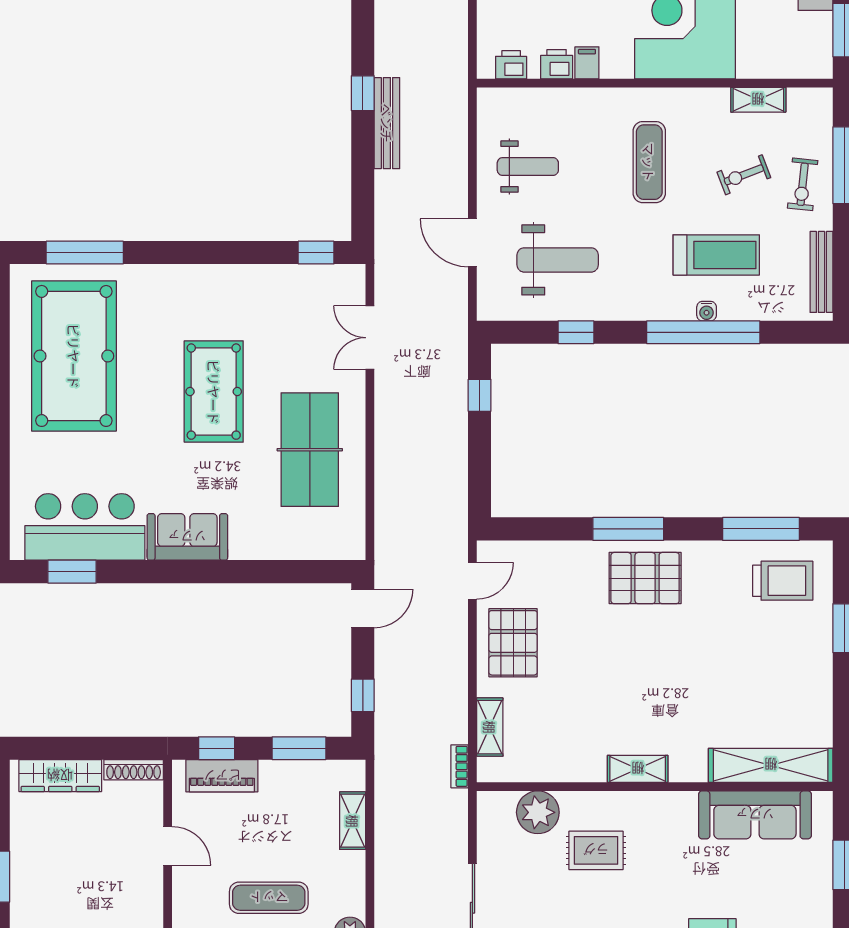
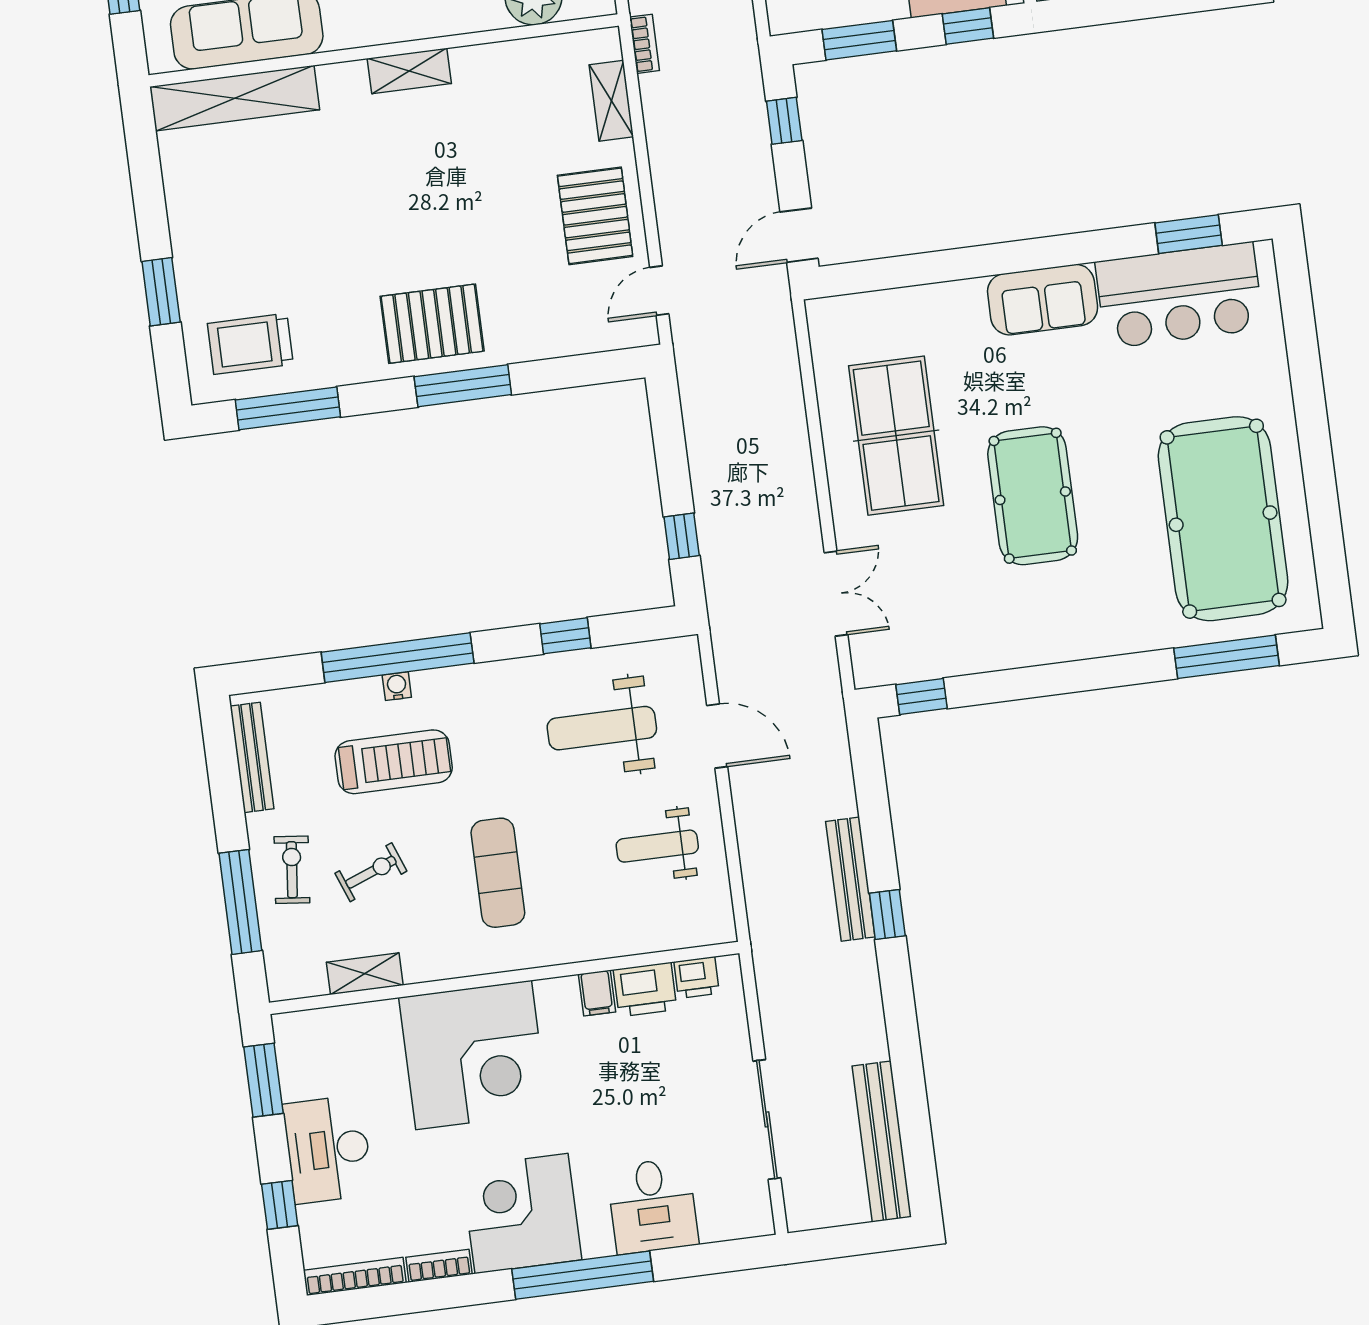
printer: (557, 64) -> (645, 990), width x1.36, depth x1.24
treadmill: (716, 255) -> (394, 762), turned 180

